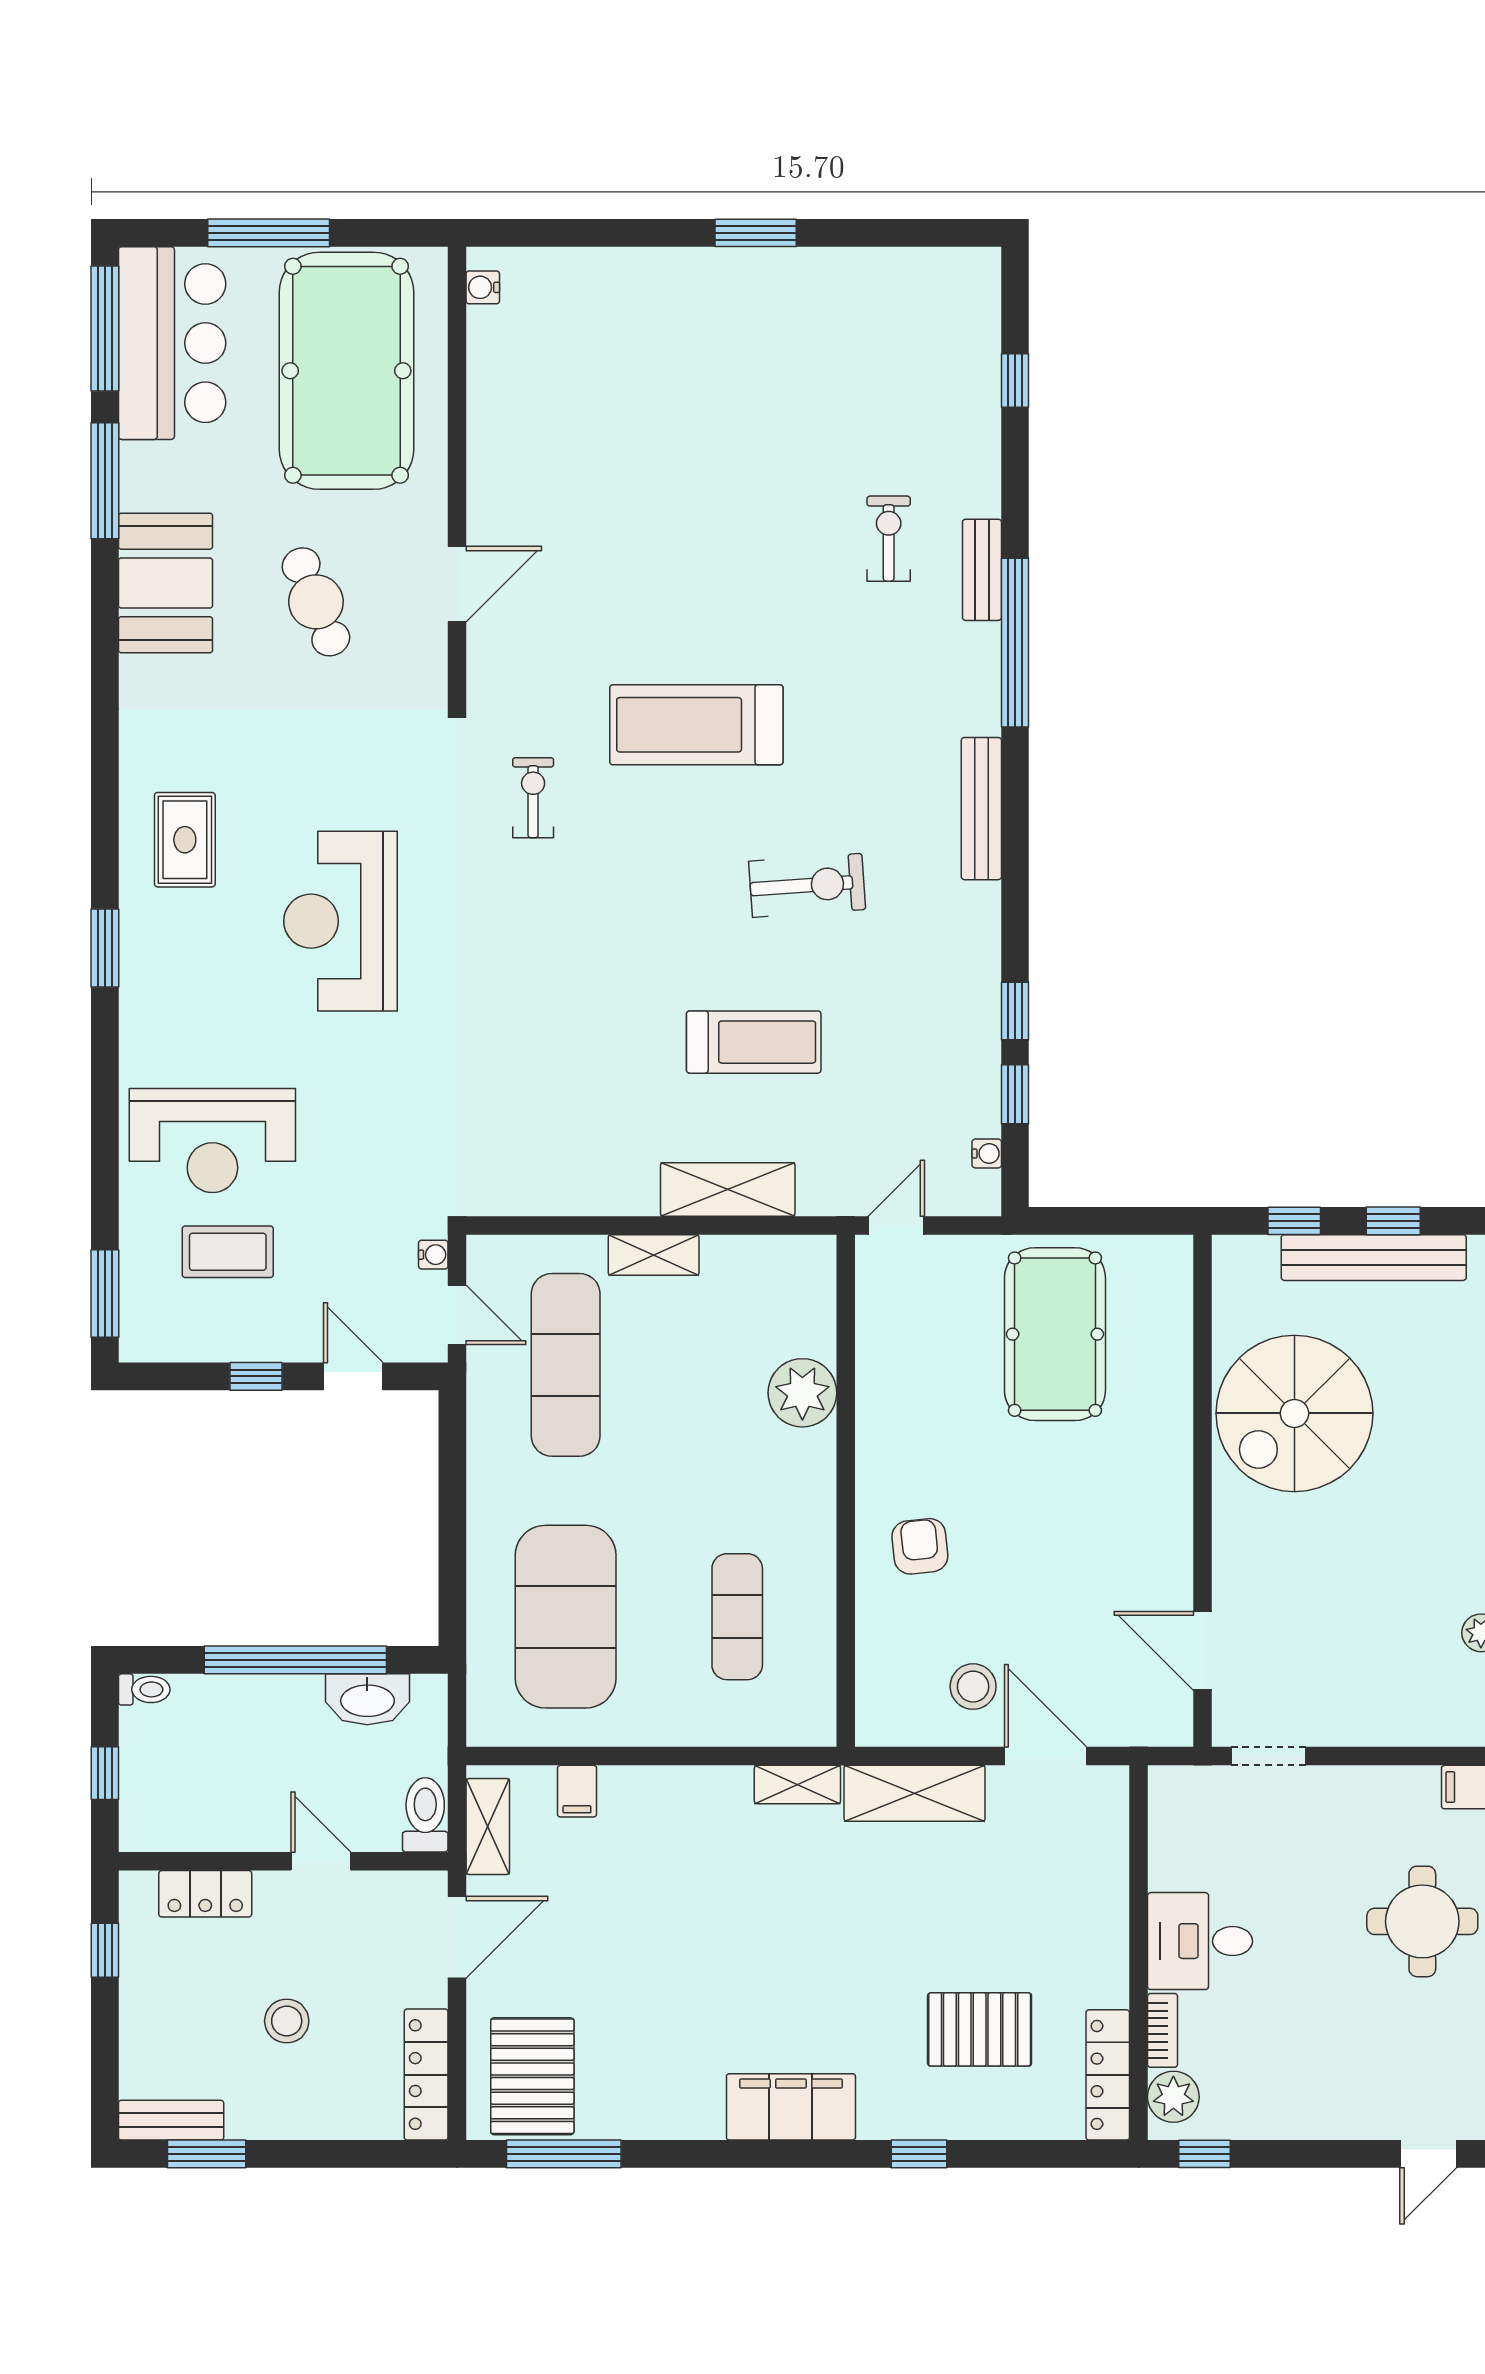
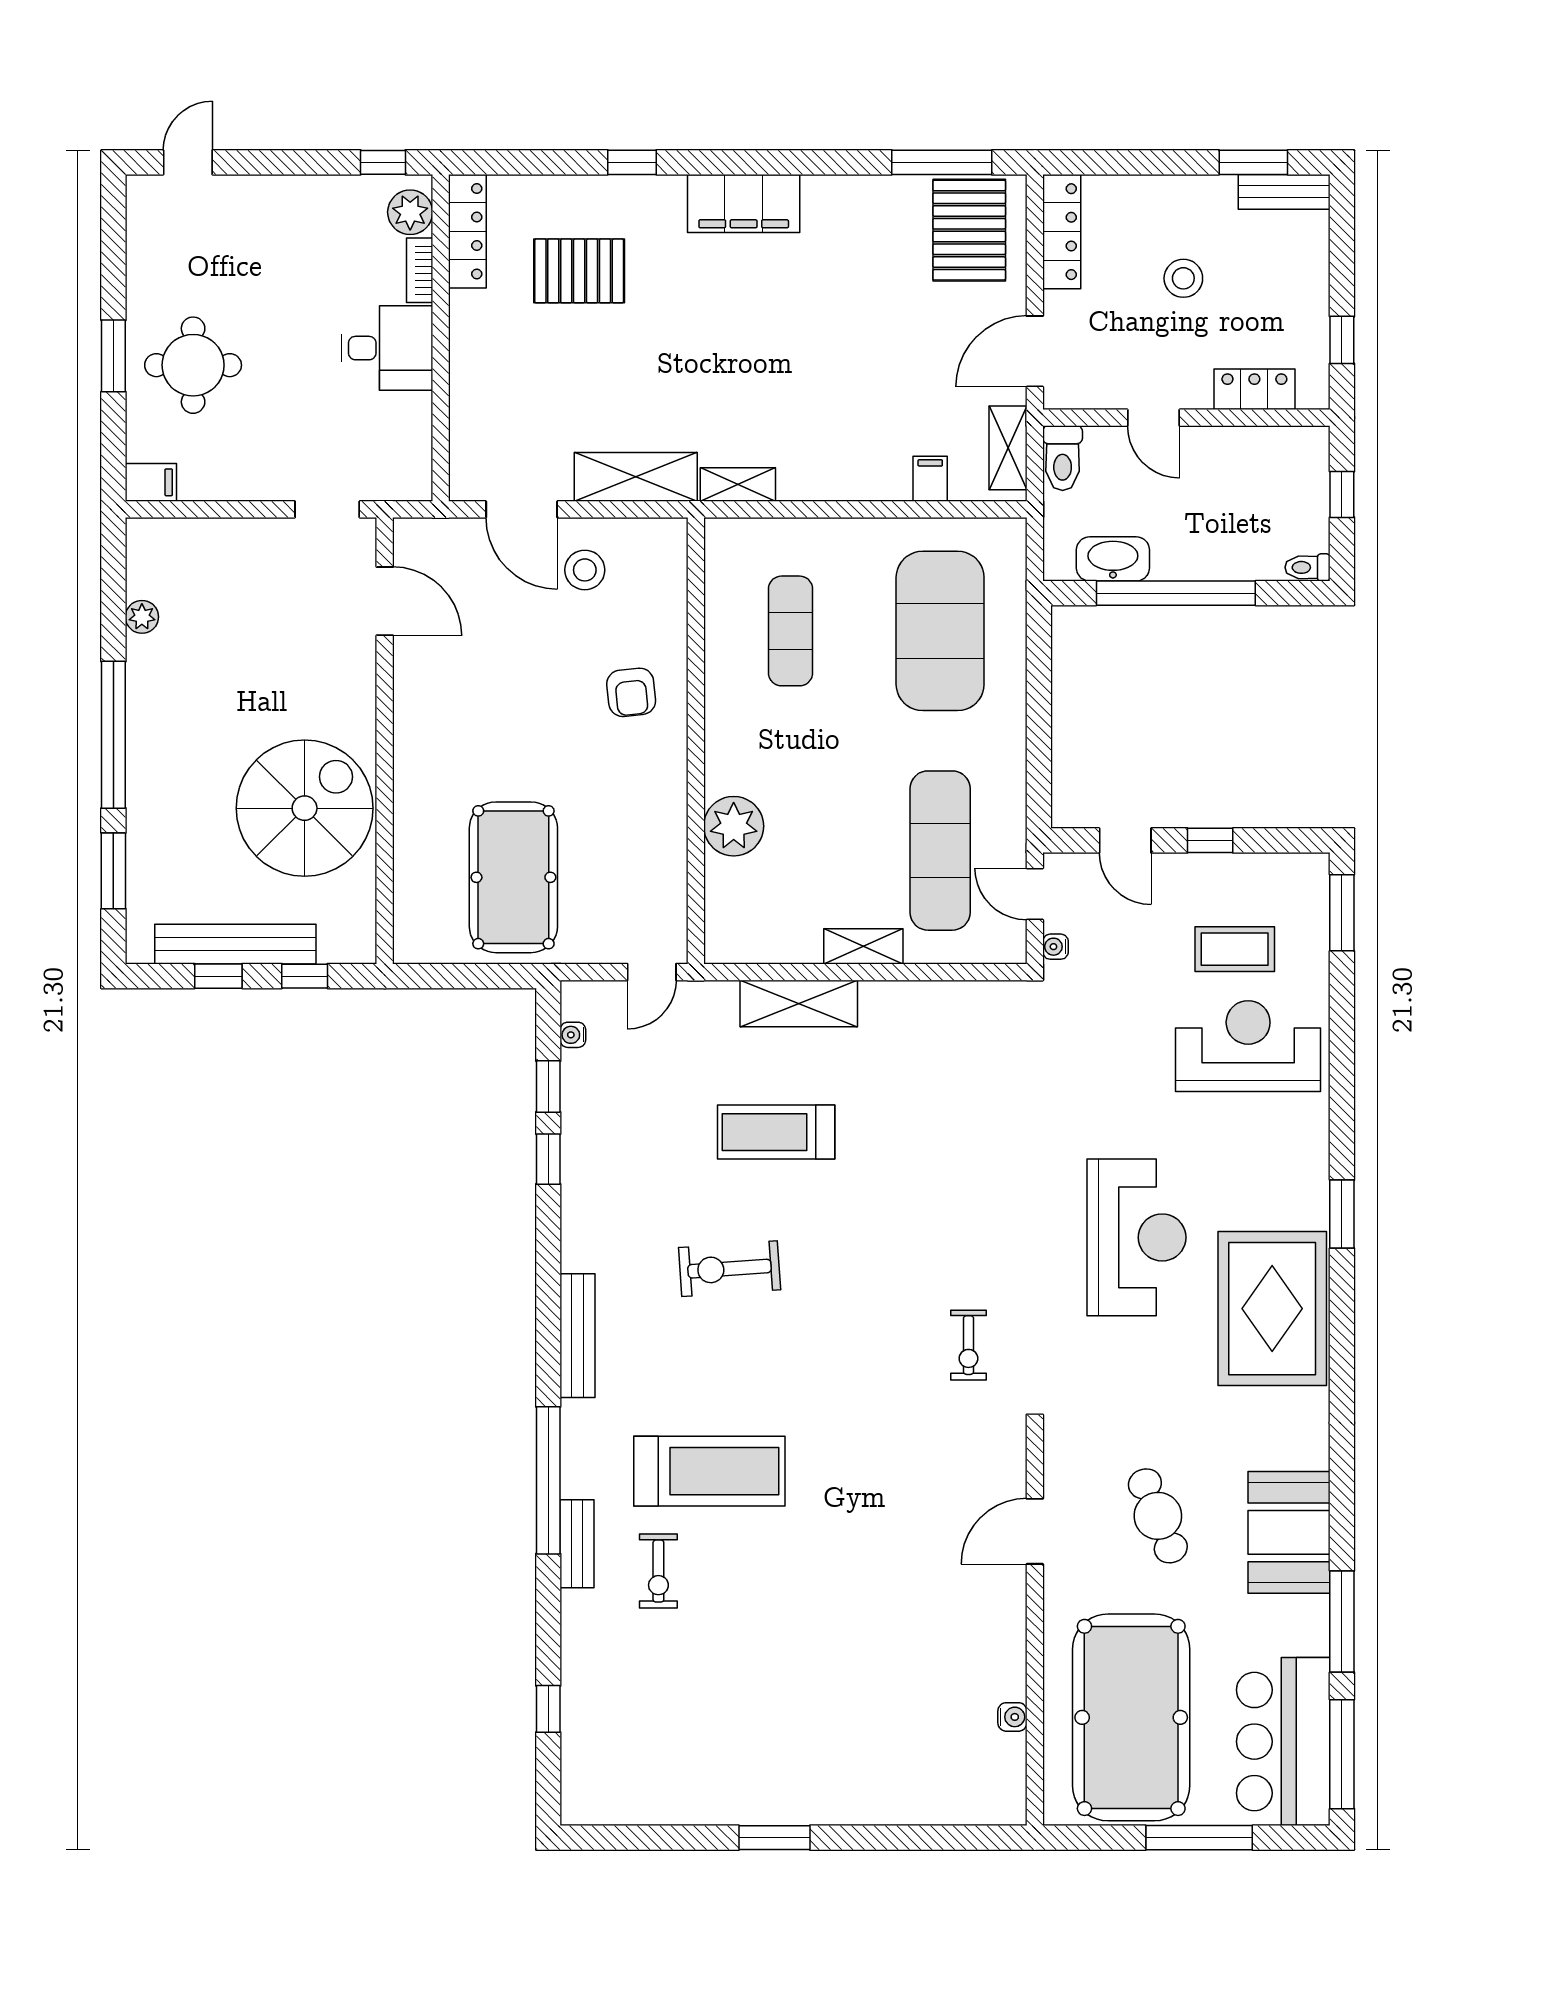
water cooler: (483, 287) -> (1012, 1717), moved
treadmill: (696, 725) -> (709, 1471), moved
rug: (185, 840) -> (1272, 1309), width x1.86, depth x2.06

